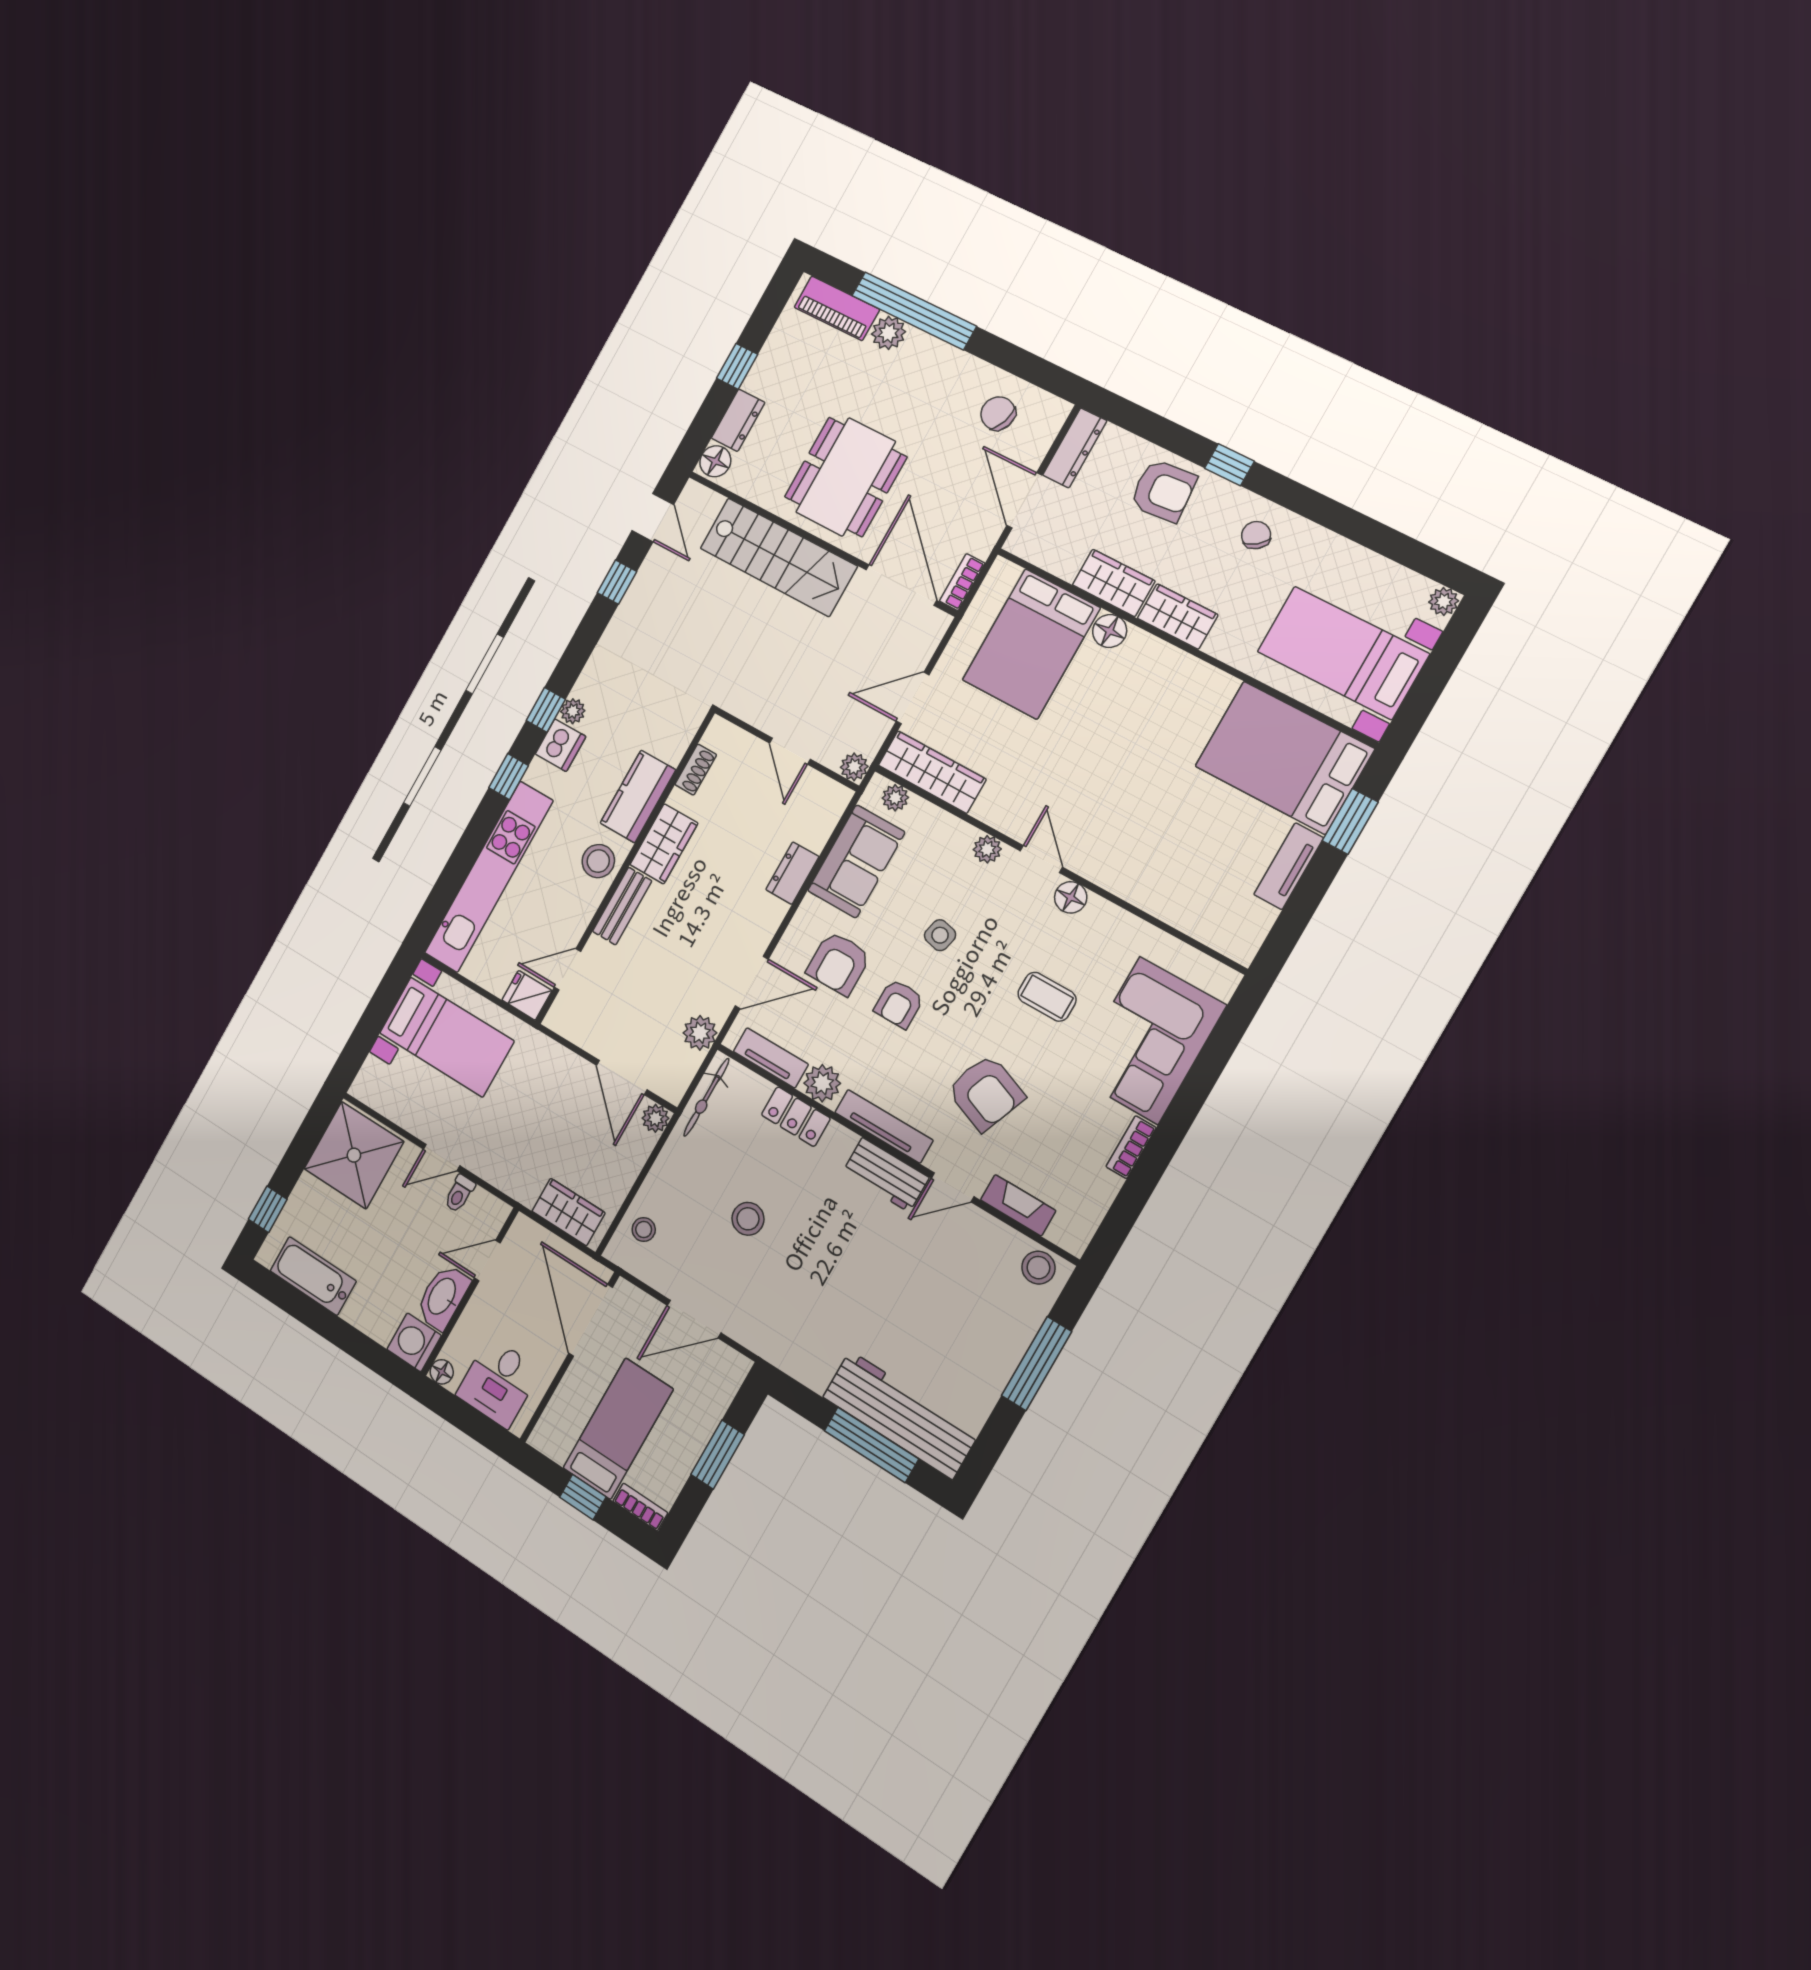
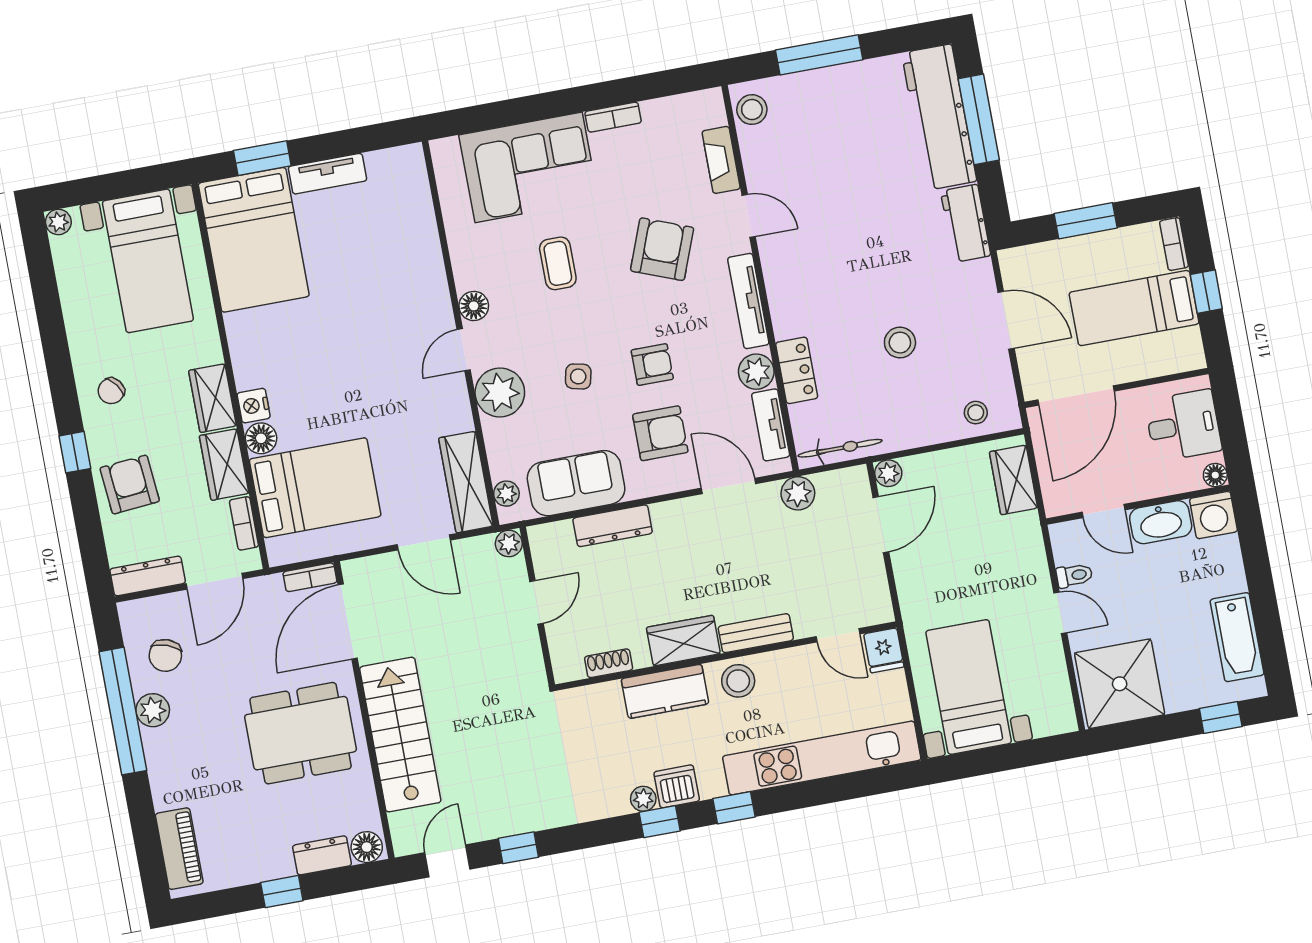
window: (914, 311) -> (123, 711), moved
plant: (889, 333) -> (153, 710), moved
bookcase: (1051, 562) -> (244, 523), added
nightstand: (1142, 646) -> (254, 406), added
plant: (987, 849) -> (500, 392), width x1.88, depth x1.88
dresser: (792, 873) -> (613, 526), width x1.44
workbench: (886, 1175) -> (966, 223), moved, turned 180

